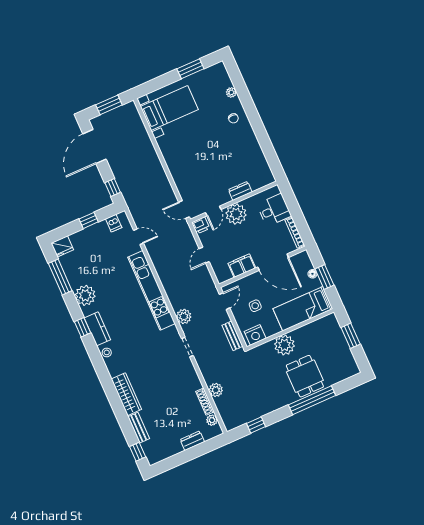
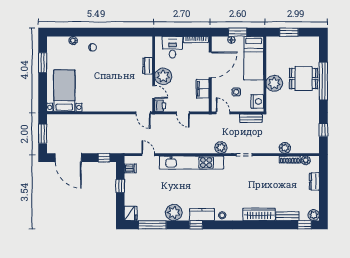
door: (184, 209) -> (143, 113), hinge flipped
door: (139, 237) -> (148, 155), hinge flipped
plant: (153, 457) -> (314, 215), added

